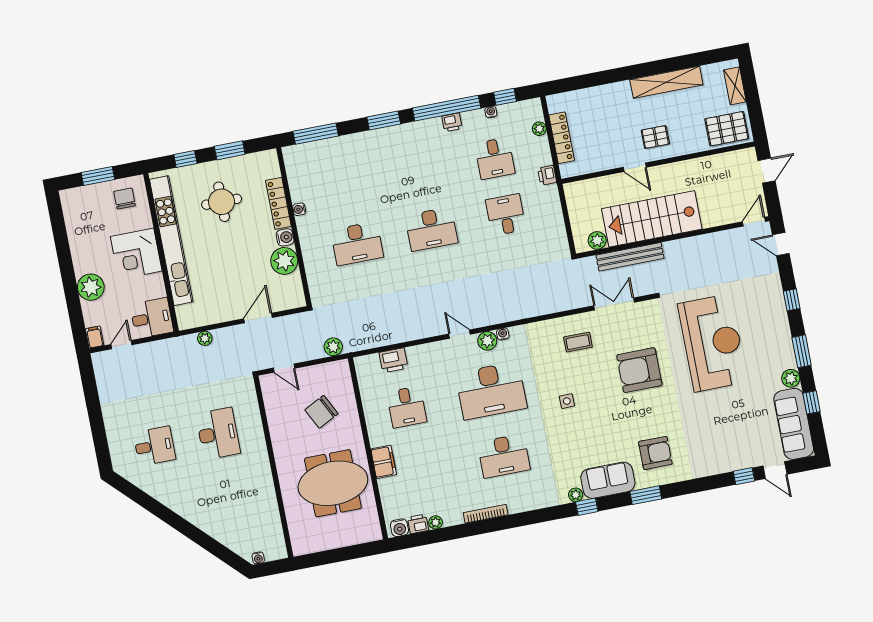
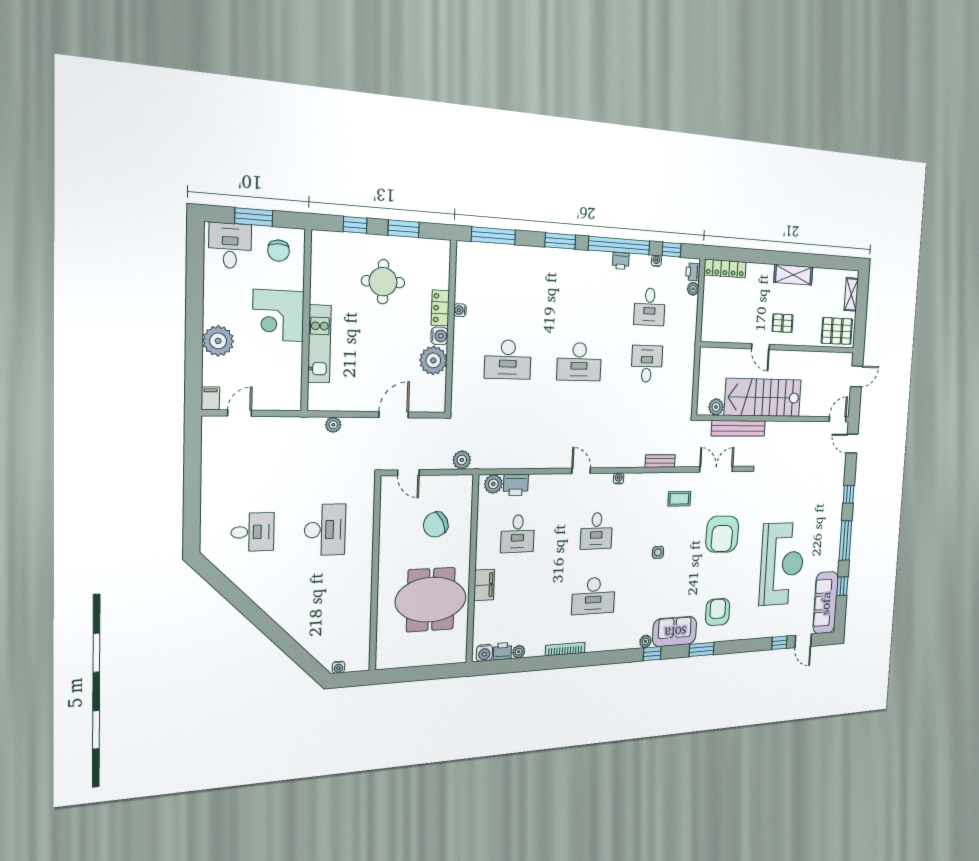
shelving: (666, 82) -> (793, 275), width x0.68
locker: (562, 138) -> (725, 269), moved, turned 90
printer: (547, 175) -> (693, 272), moved
chair: (125, 199) -> (279, 251), turned 180
locker: (278, 203) -> (440, 308), width x0.66
kitchen unit: (171, 241) -> (319, 344), width x0.54
bench: (546, 308) -> (660, 461), added
desk: (152, 318) -> (230, 246), moved, turned -90
plant: (487, 341) -> (493, 484), moved
reception desk: (712, 343) -> (782, 564), moved
window: (802, 351) -> (845, 540), width x1.44
armchair: (639, 370) -> (722, 534), turned -88
plant: (791, 378) -> (833, 563), removed
desk: (491, 391) -> (596, 531), width x0.53, depth x0.77
armchair: (655, 453) -> (718, 612), turned -90

